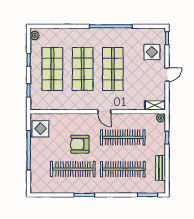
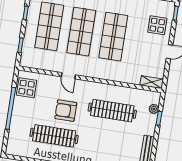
door: (104, 112) -> (68, 76), moved
plant: (161, 118) -> (154, 109), moved
clothes rail: (123, 169) -> (107, 144), removed

